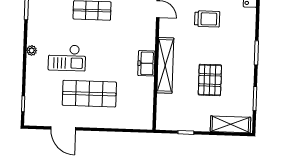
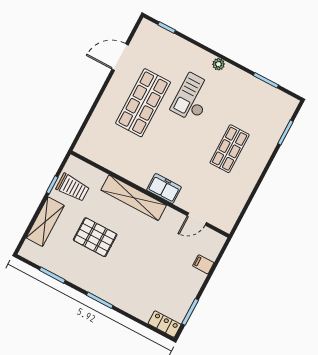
trolley: (207, 19) -> (73, 188), moved, turned -90
freezer: (146, 63) -> (164, 189), moved
shelving: (230, 124) -> (45, 222), moved

